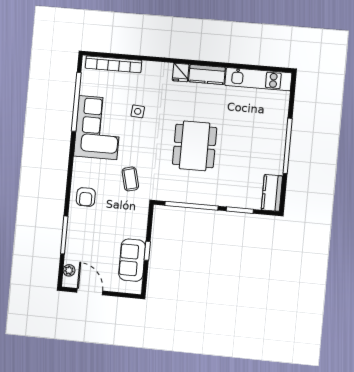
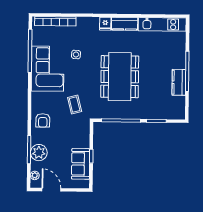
dining table: (195, 146) -> (120, 77), width x1.36, depth x1.24
kitchen counter: (272, 193) -> (179, 82), moved
plant: (77, 240) -> (39, 153), added

